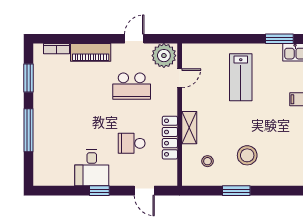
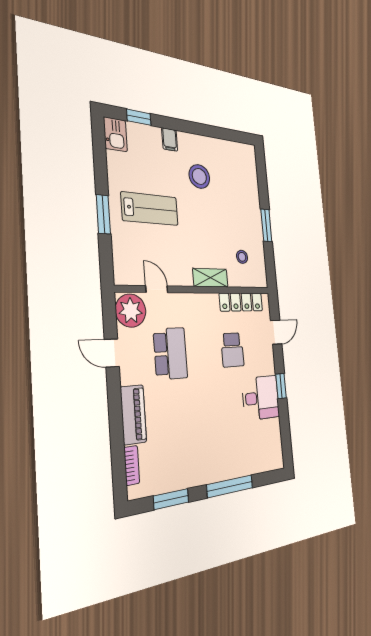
window: (279, 39) -> (103, 214), moved
locker: (170, 138) -> (241, 302), moved
stool: (247, 155) -> (199, 176), moved

